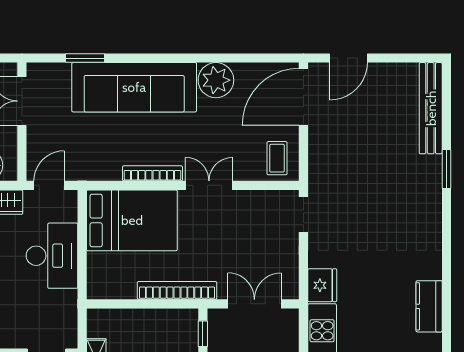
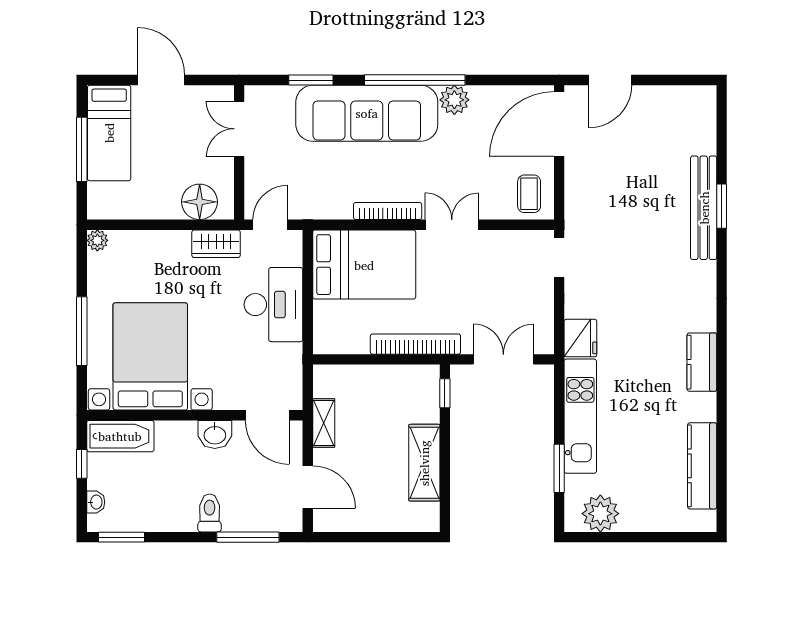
window: (176, 58) -> (415, 80), added
plant: (216, 80) -> (454, 100), width x0.73, depth x0.73
bench: (431, 108) -> (704, 208), moved

